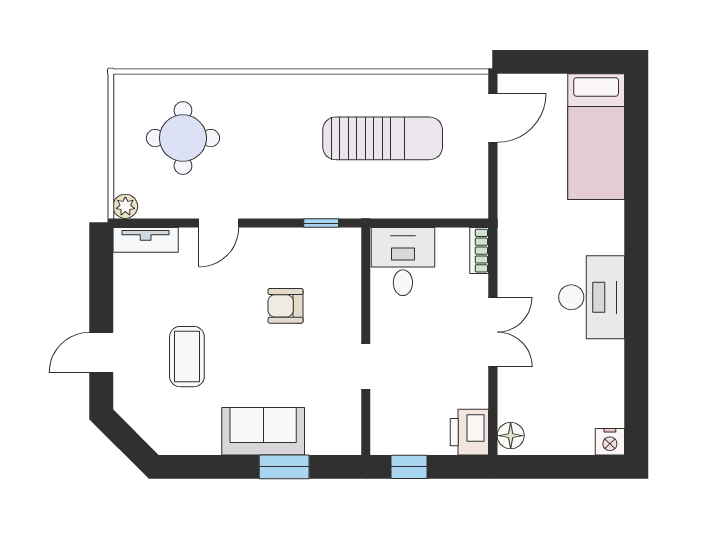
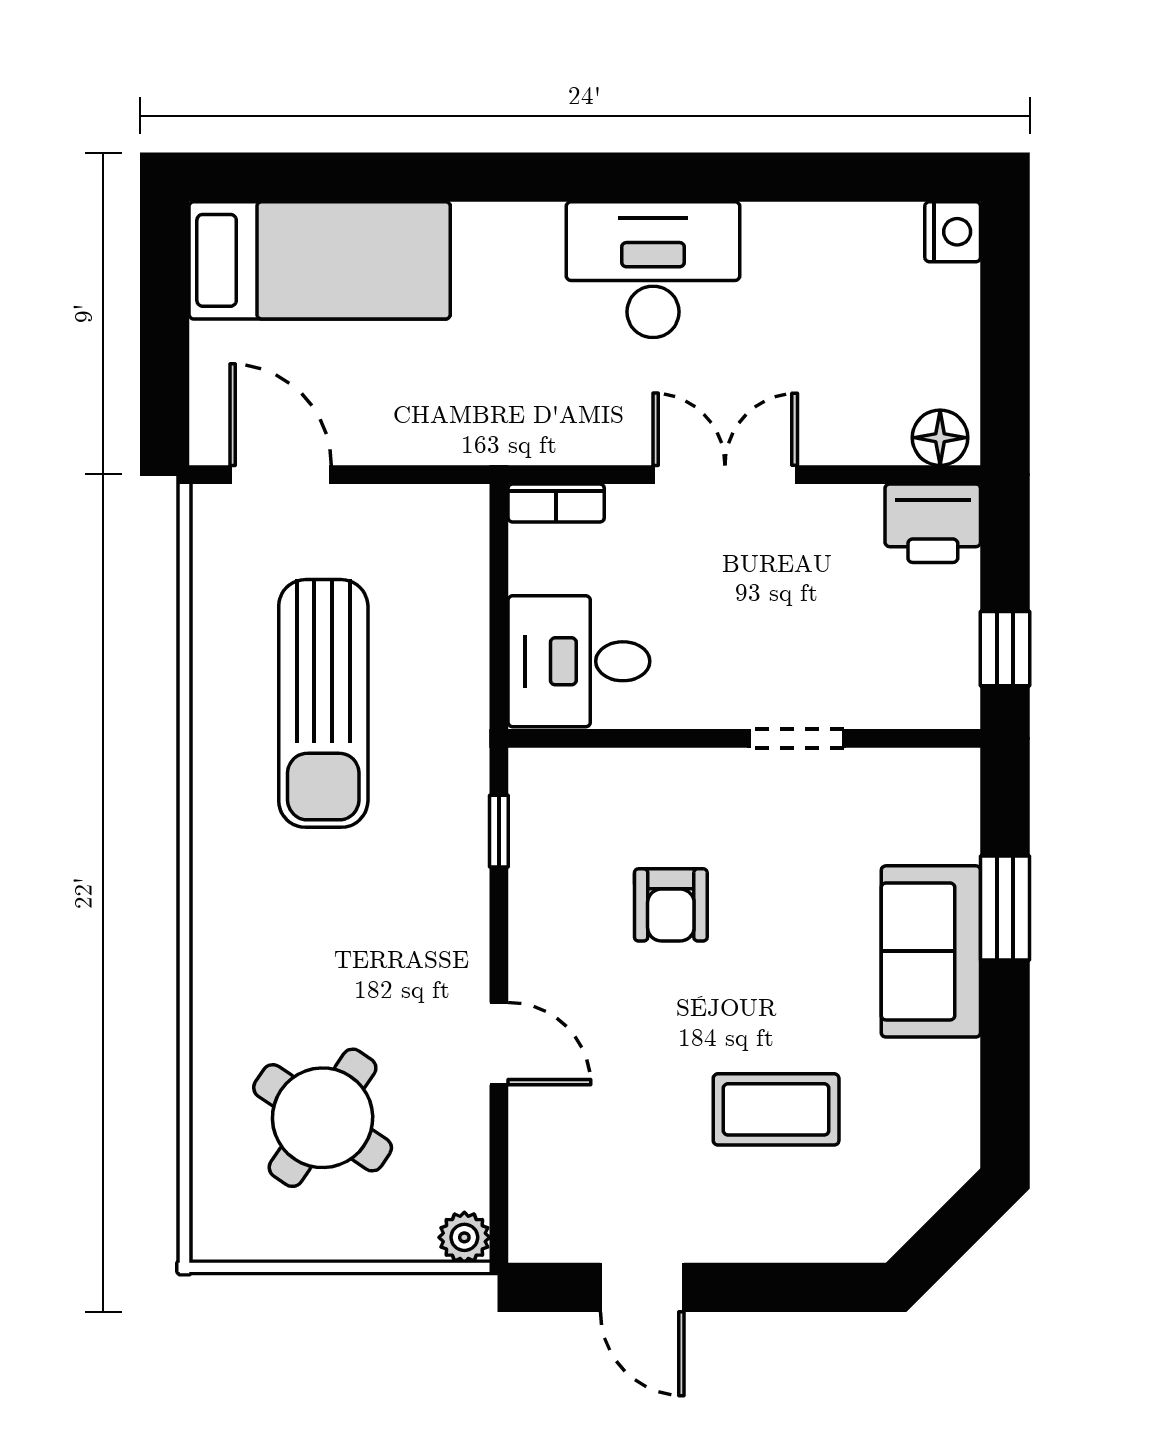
round table: (183, 138) -> (323, 1118), turned 34
sun lounger: (383, 138) -> (323, 703), turned 180
tv unit: (146, 240) -> (534, 1195), removed
door: (101, 353) -> (642, 1287), moved

